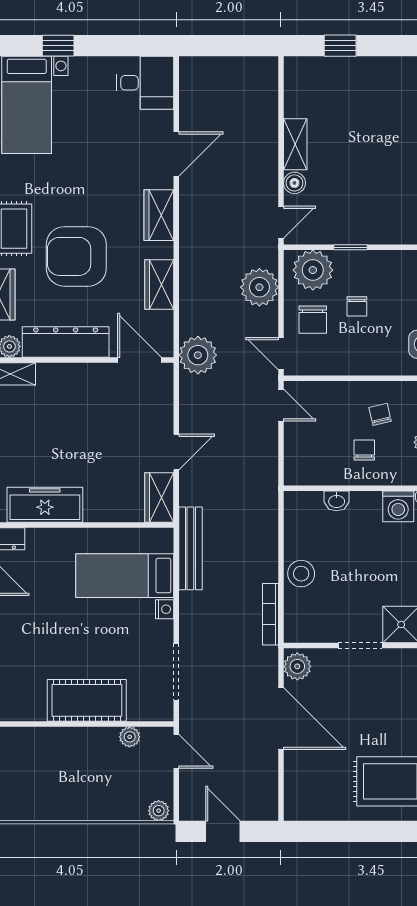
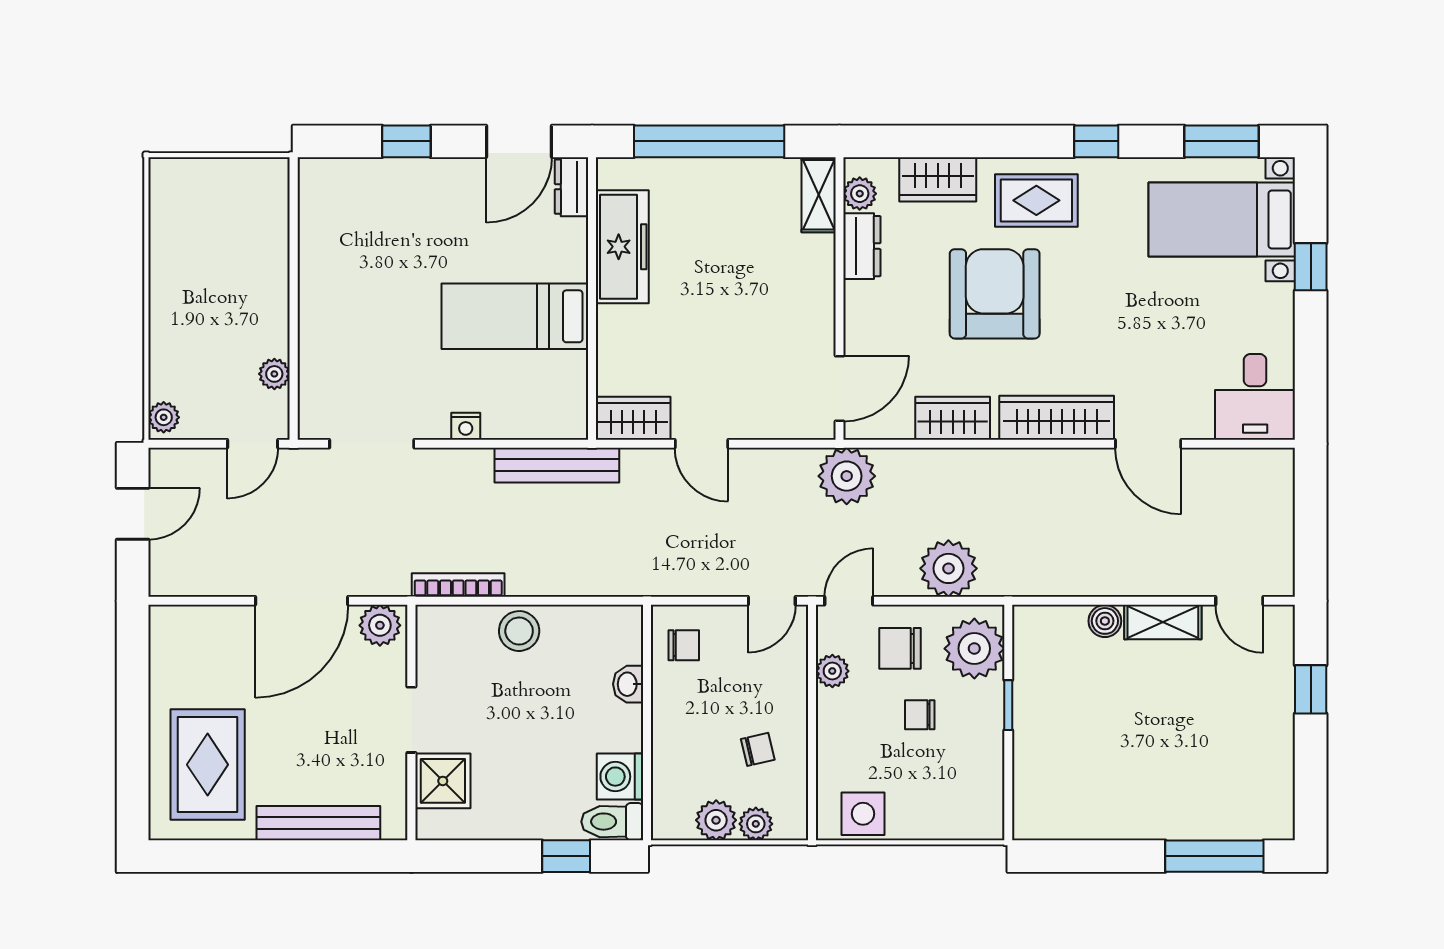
wardrobe: (159, 215) -> (1057, 418), width x1.50
door: (281, 222) -> (1239, 601), moved
dresser: (66, 342) -> (862, 246), width x0.51, depth x0.80
plant: (328, 365) -> (832, 671), added
chair: (364, 450) -> (684, 645), moved
bed: (125, 576) -> (515, 316), moved, turned -90
cot: (87, 700) -> (329, 310), removed

